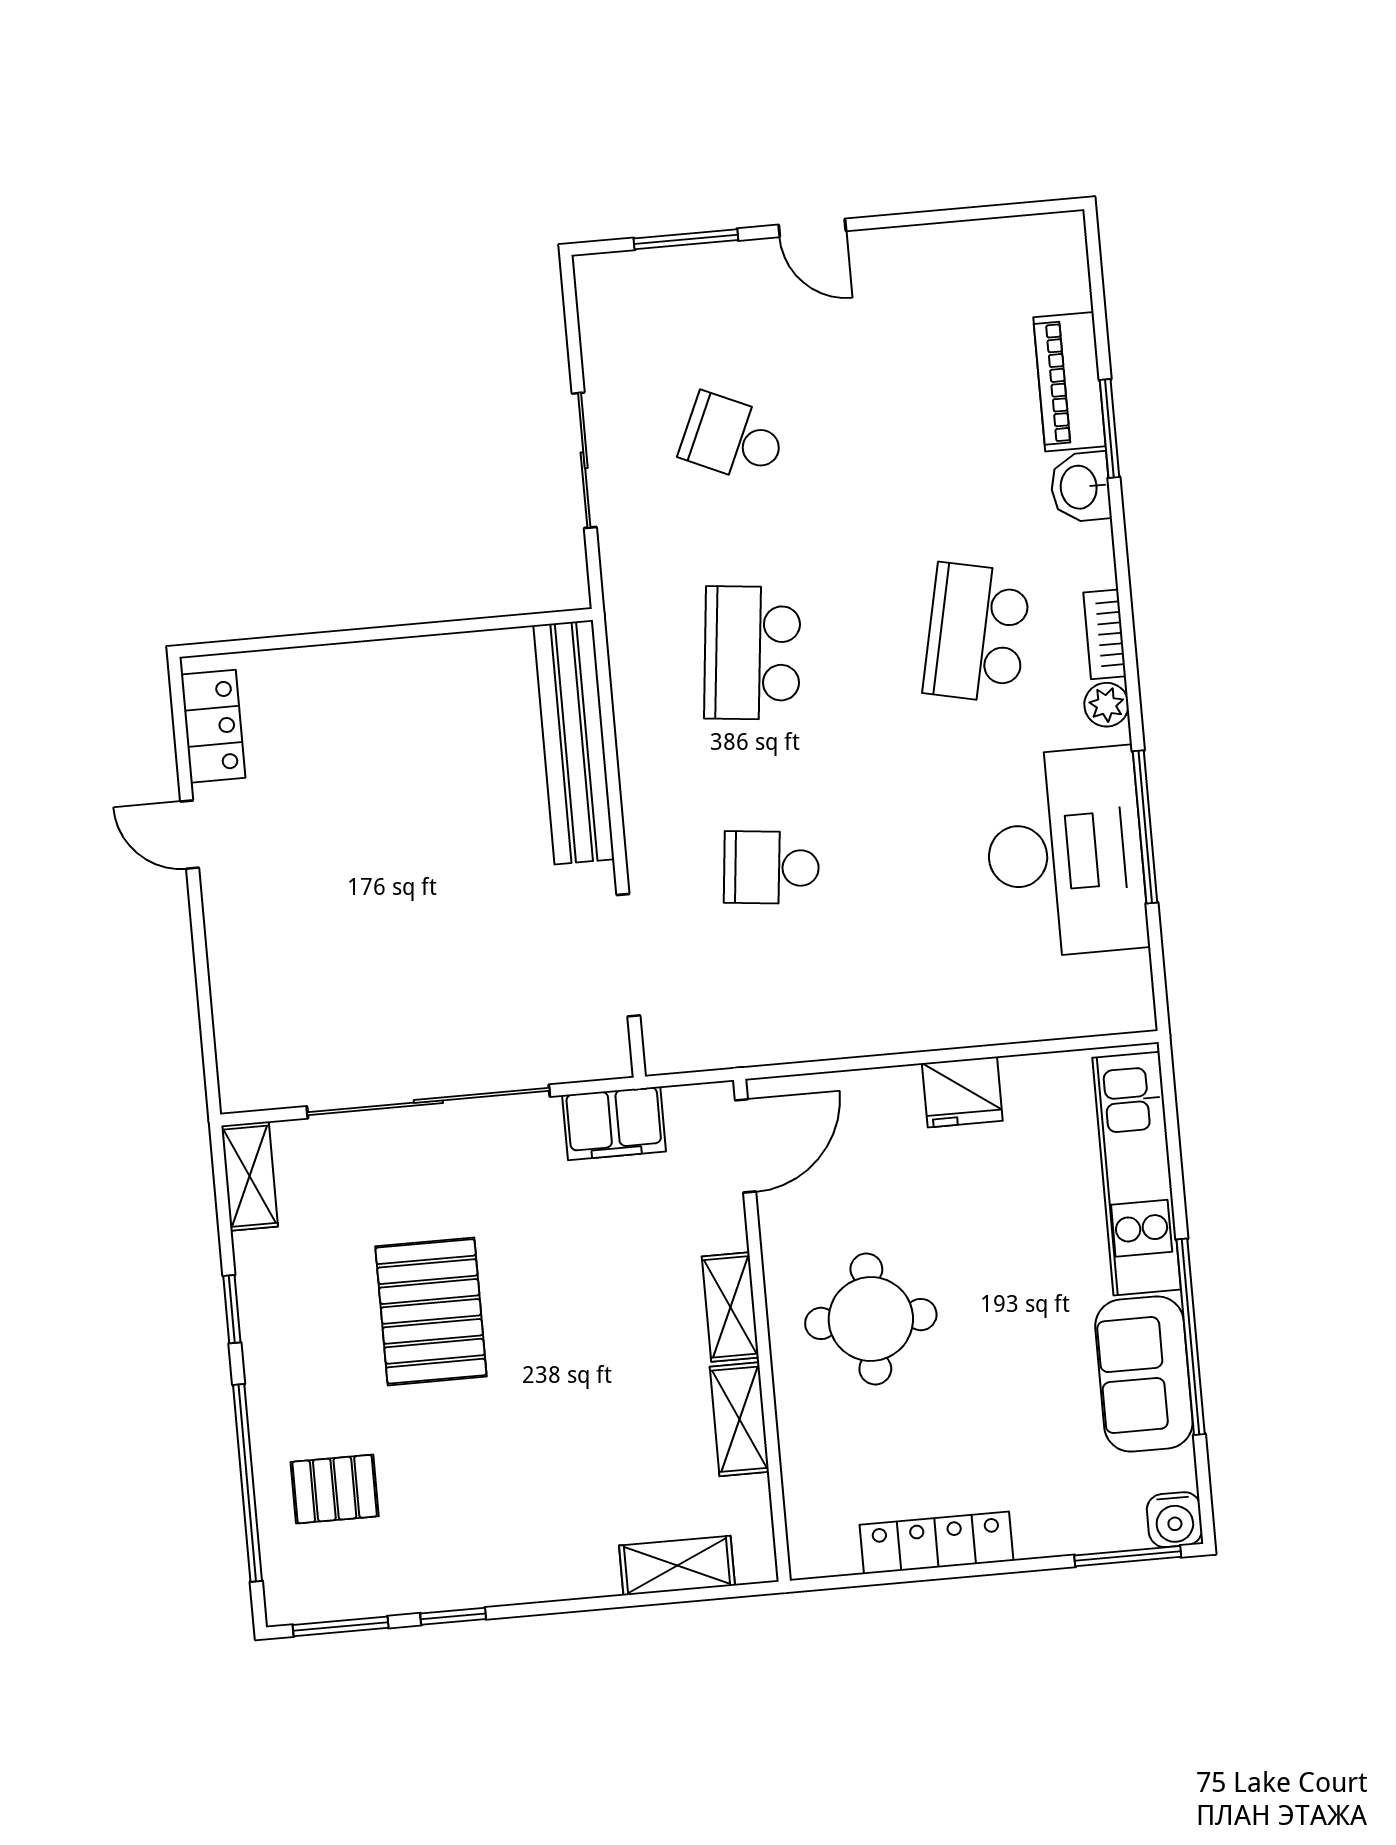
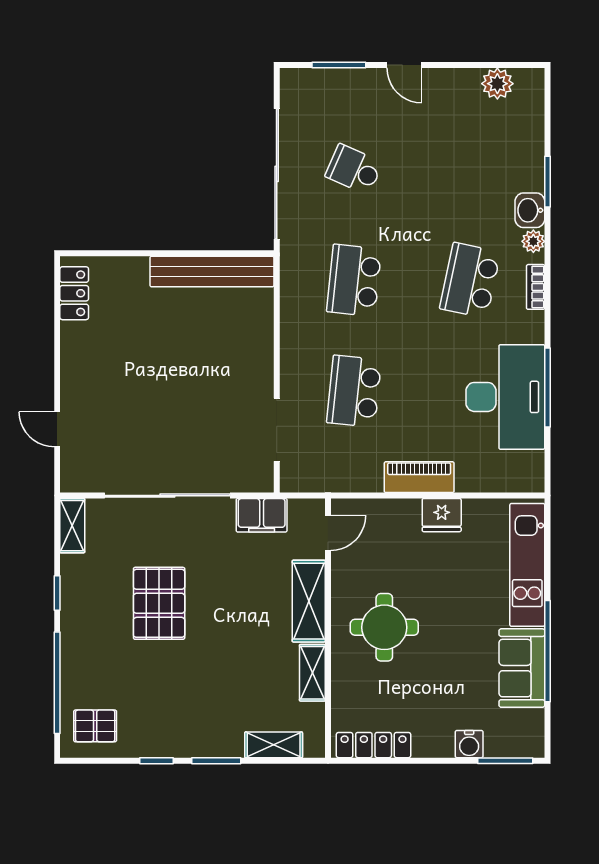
plant: (996, 248) -> (497, 84), added
piano: (1069, 382) -> (419, 477), moved, turned 90
sliding door: (584, 460) -> (277, 174), width x1.86
plant: (1106, 705) -> (533, 241), moved
bench: (574, 742) -> (212, 271), moved, turned 90
door: (190, 835) -> (57, 429), moved
school desk: (771, 868) -> (354, 391), width x1.85
door: (745, 1146) -> (328, 533), width x0.73
shelving: (730, 1307) -> (309, 601), width x1.50, depth x1.33
pallet: (335, 1489) -> (95, 726), moved
water cooler: (1175, 1520) -> (469, 744), moved
locker: (937, 1543) -> (374, 745), moved
window: (341, 1626) -> (216, 761), moved

